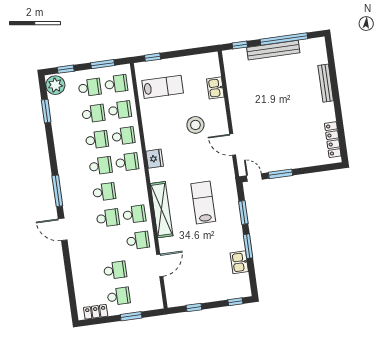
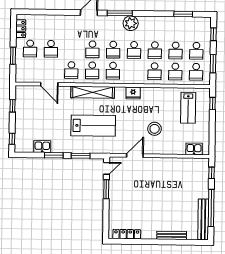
bench: (273, 50) -> (203, 219), moved
plant: (55, 85) -> (131, 23), moved
kitchen sink: (215, 88) -> (194, 149), moved
school desk: (127, 162) -> (113, 71), moved
lab bench: (203, 203) -> (93, 126), width x1.36, depth x1.39

